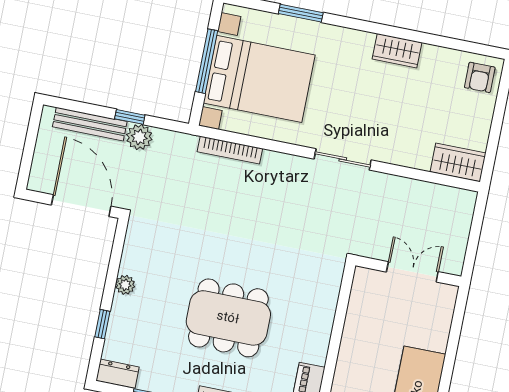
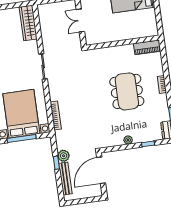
wardrobe: (458, 162) -> (28, 23), width x1.50

